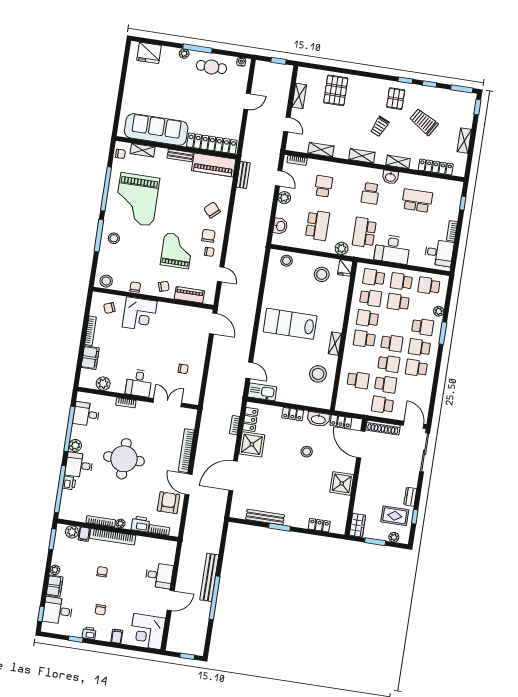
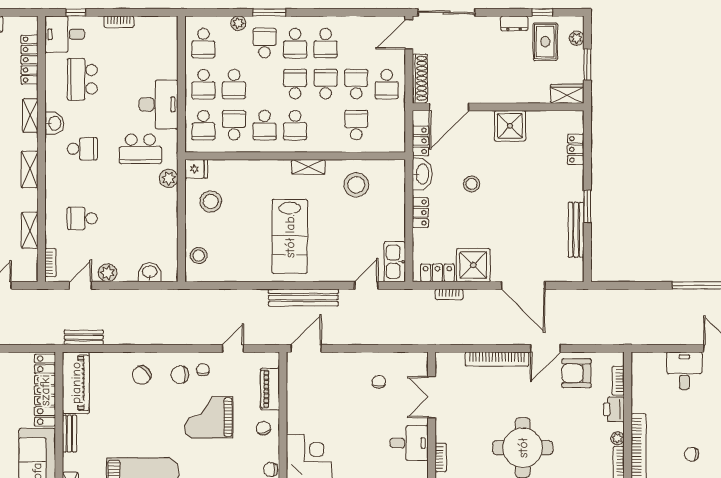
school desk: (317, 225) -> (140, 218), removed
desk: (439, 253) -> (65, 34), moved, turned -90
bench: (209, 577) -> (303, 298), moved

